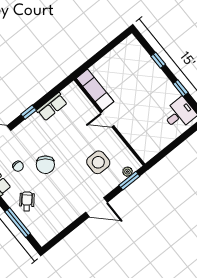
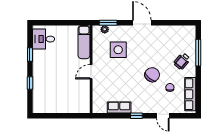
exam couch: (95, 90) -> (84, 42), moved
door: (107, 119) -> (91, 72), swing flipped

